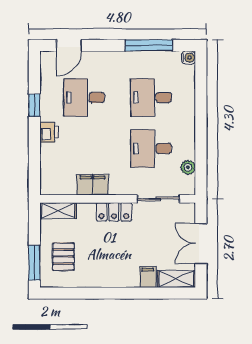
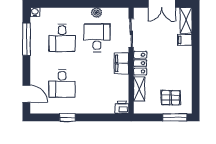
printer: (49, 132) -> (122, 107), moved
desk: (151, 149) -> (97, 38), turned 180
plant: (188, 167) -> (96, 13), moved
filing cabinet: (92, 185) -> (122, 63), moved
shelving: (58, 211) -> (139, 89), moved

